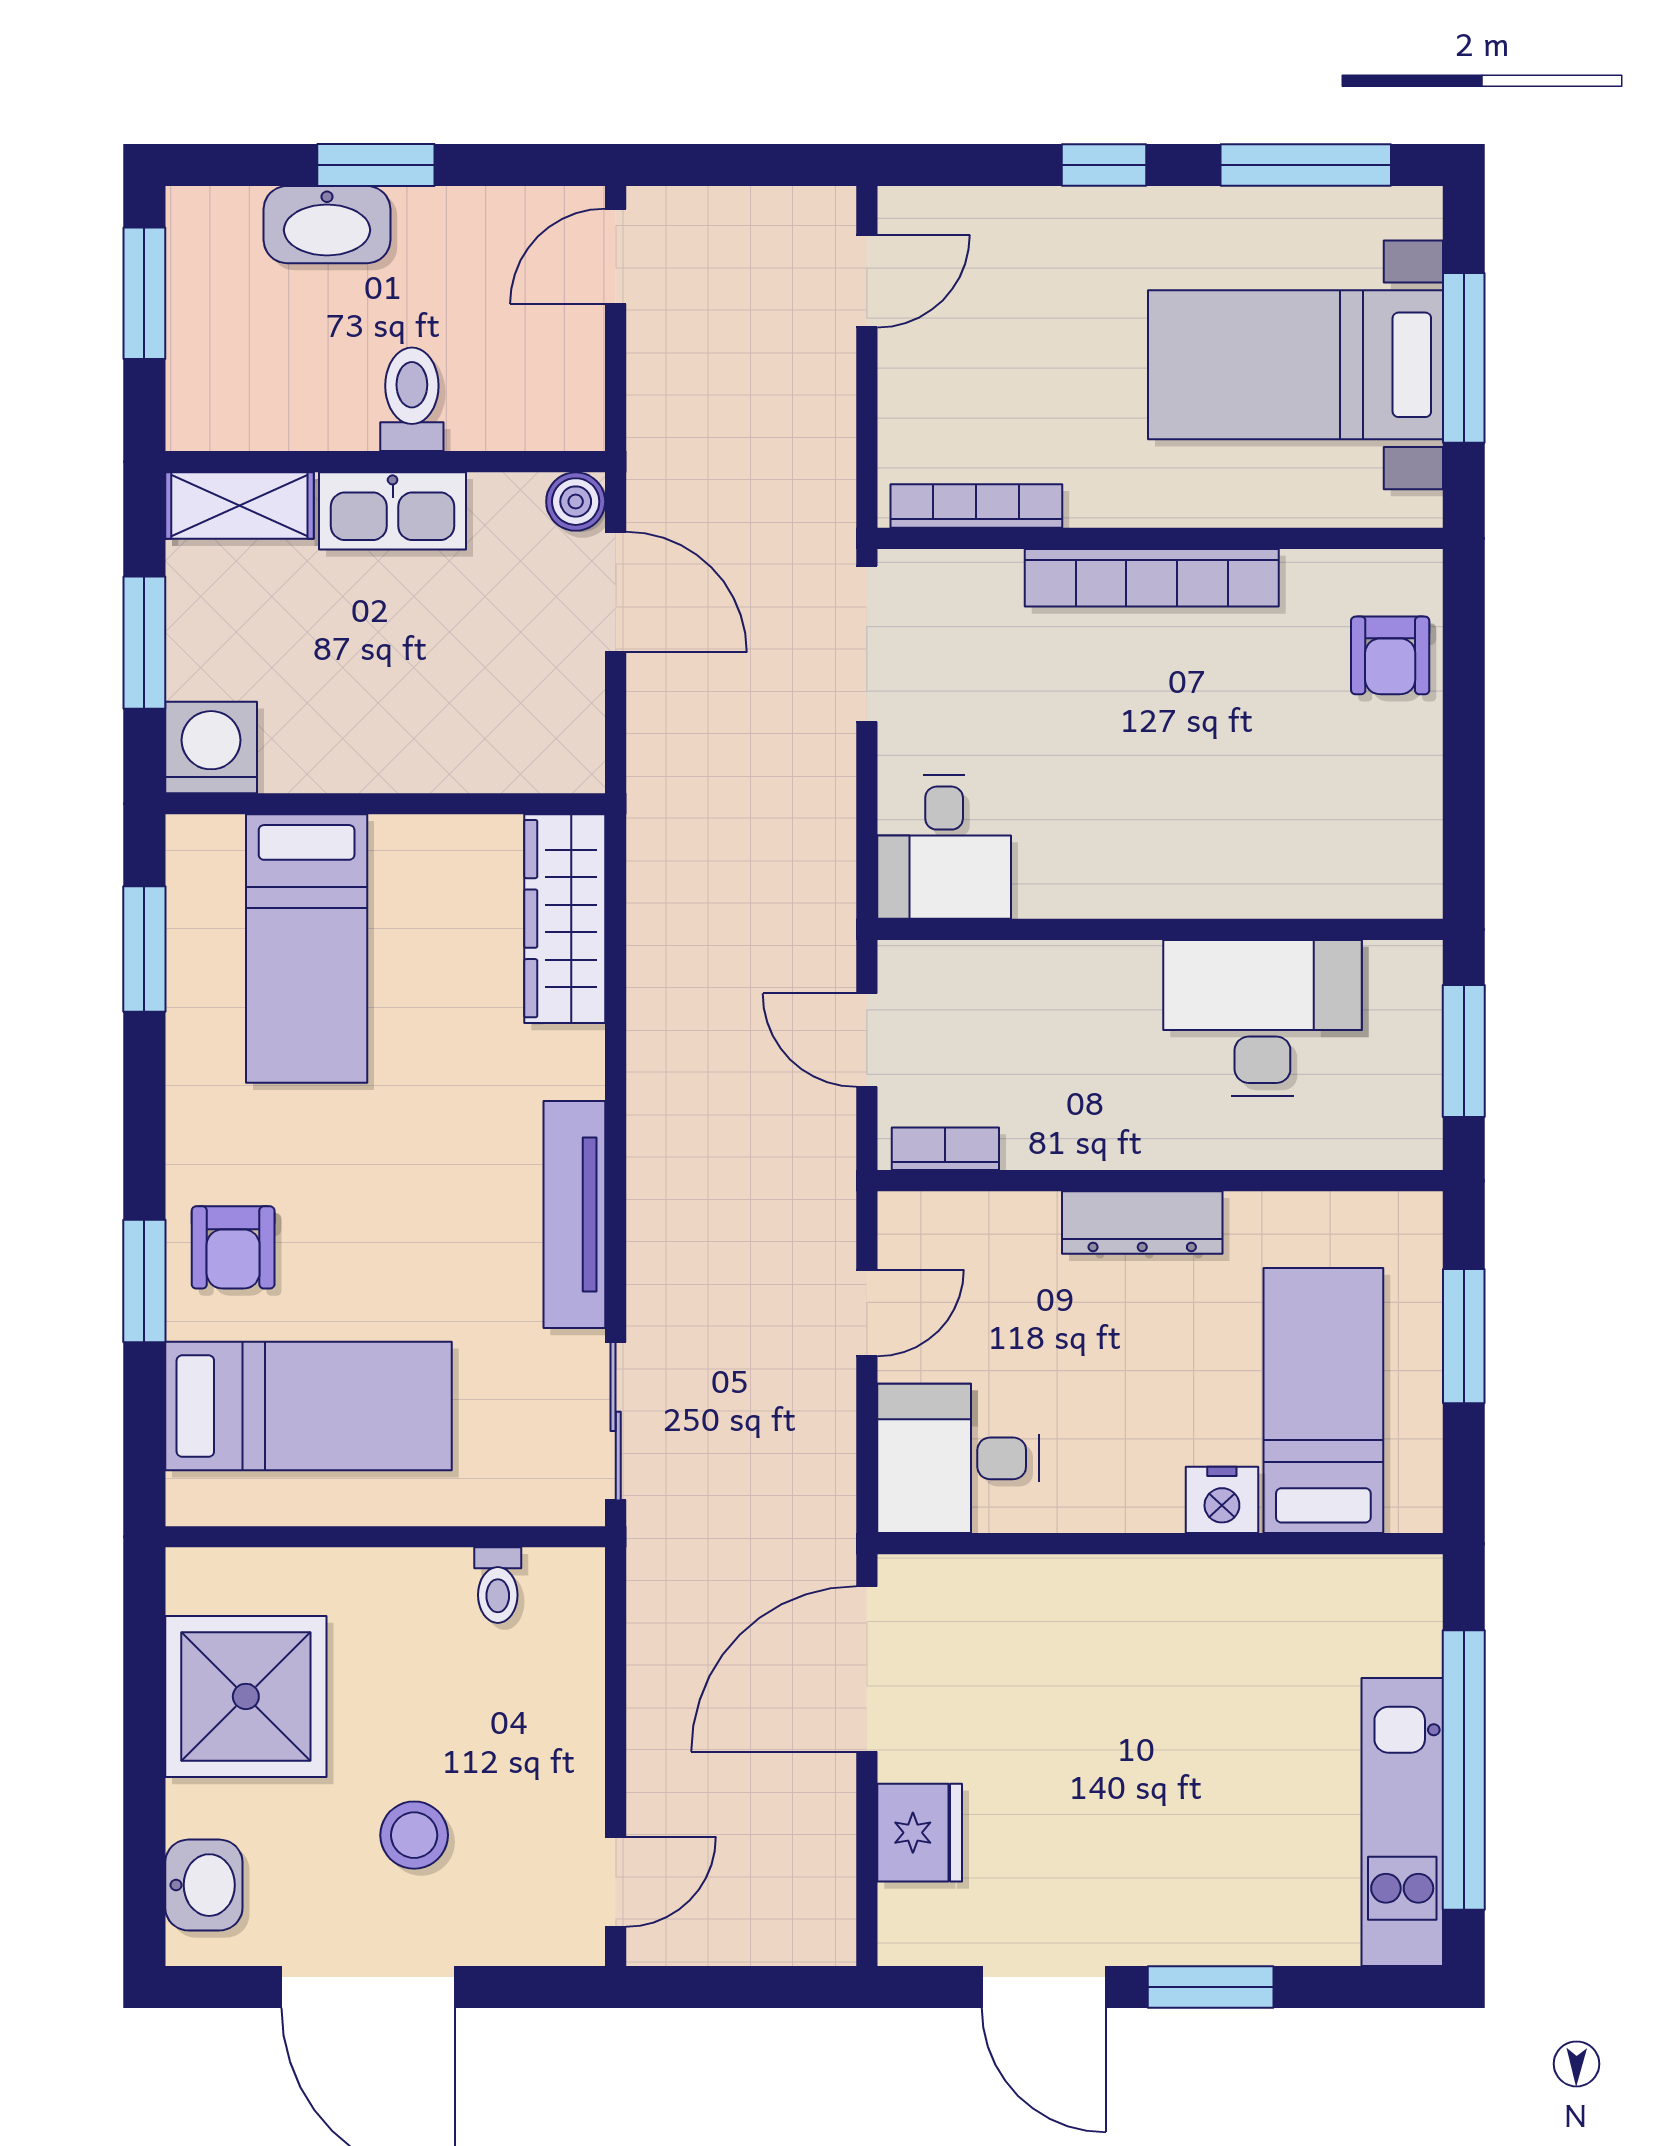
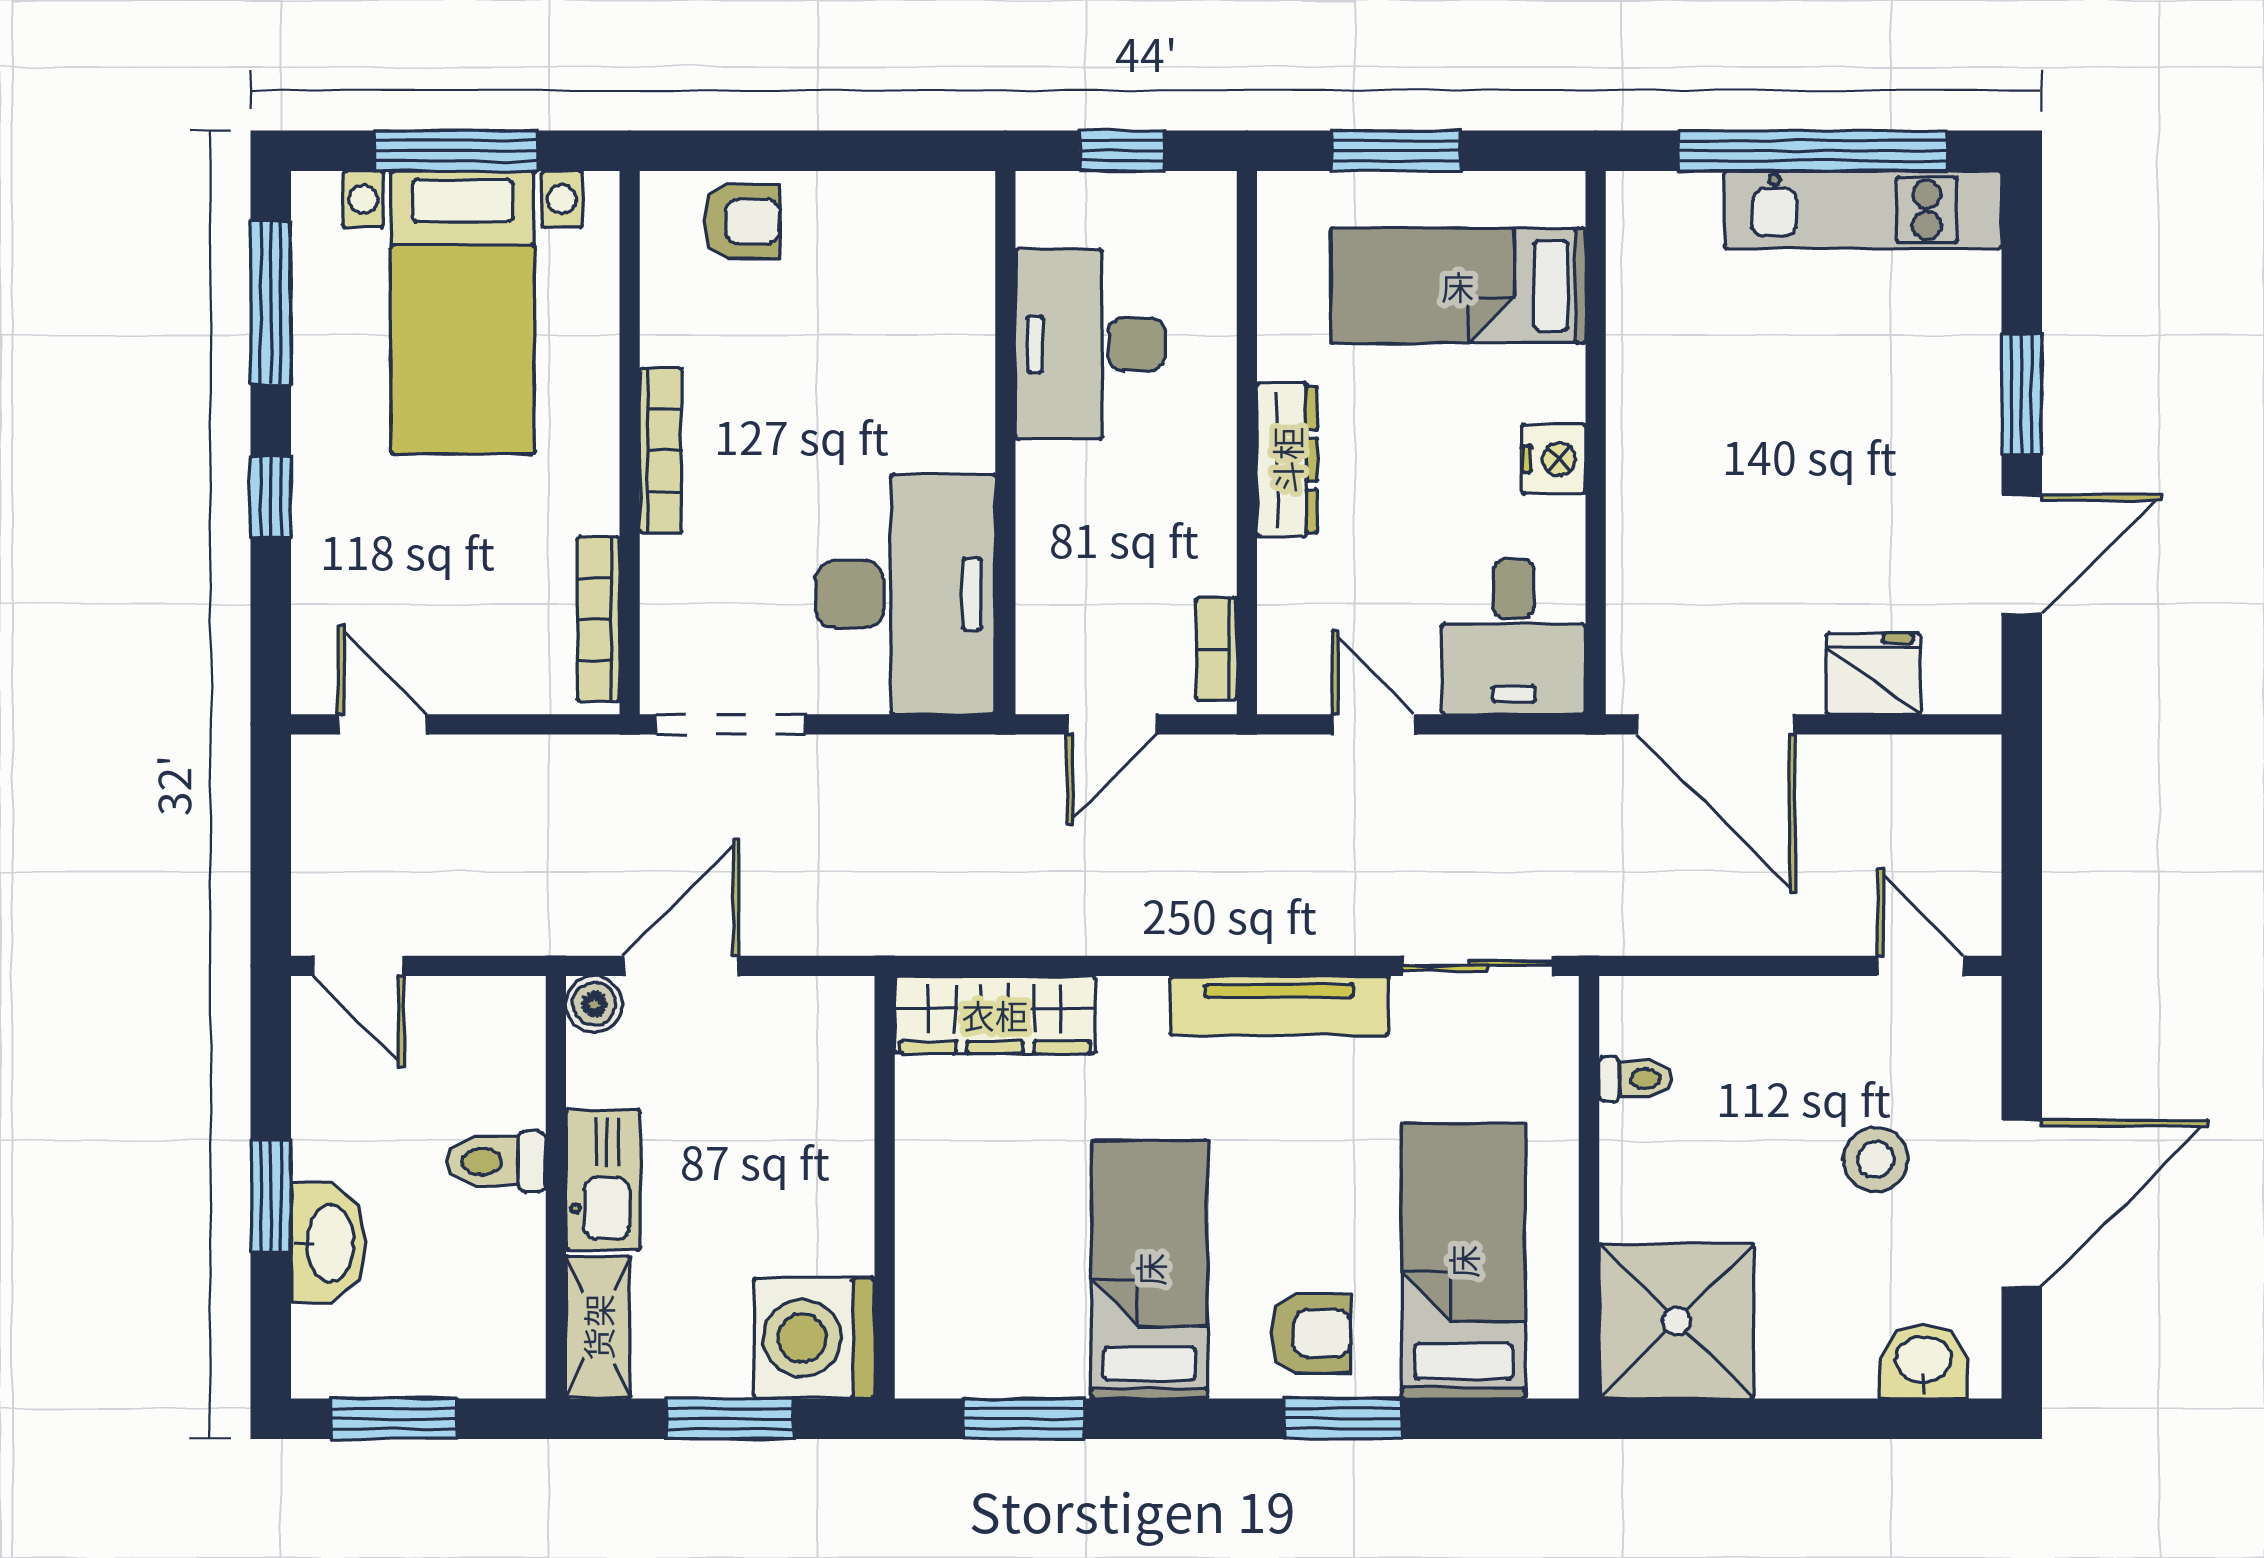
bookcase: (1152, 578) -> (661, 451), width x0.68, depth x0.76
washing machine: (211, 748) -> (814, 1338), width x1.37, depth x1.37
desk: (944, 847) -> (905, 594), width x1.87, depth x1.30
bed: (307, 949) -> (1150, 1269), moved, turned -90
window: (1464, 1051) -> (1122, 151), width x0.67
nightstand: (1222, 1500) -> (1554, 459), moved
shower: (246, 1696) -> (1676, 1321), moved

